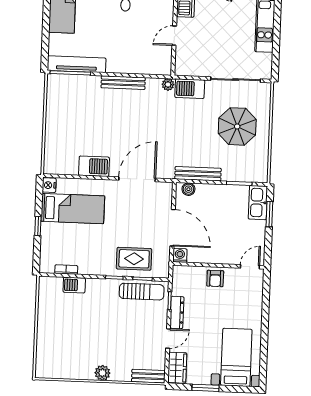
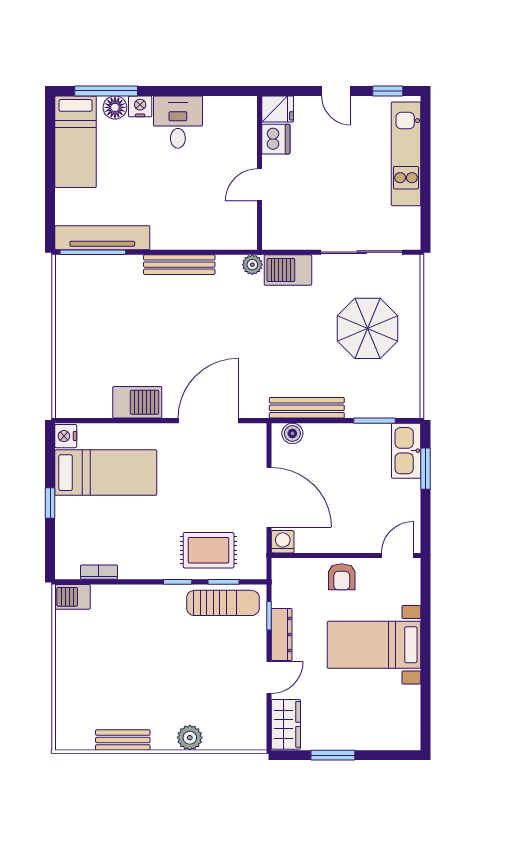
barbecue: (74, 285) -> (72, 597), moved
bed with nightstands: (236, 357) -> (374, 645), moved, turned -90
plant: (102, 373) -> (190, 738), moved
bench: (148, 376) -> (123, 740), moved

